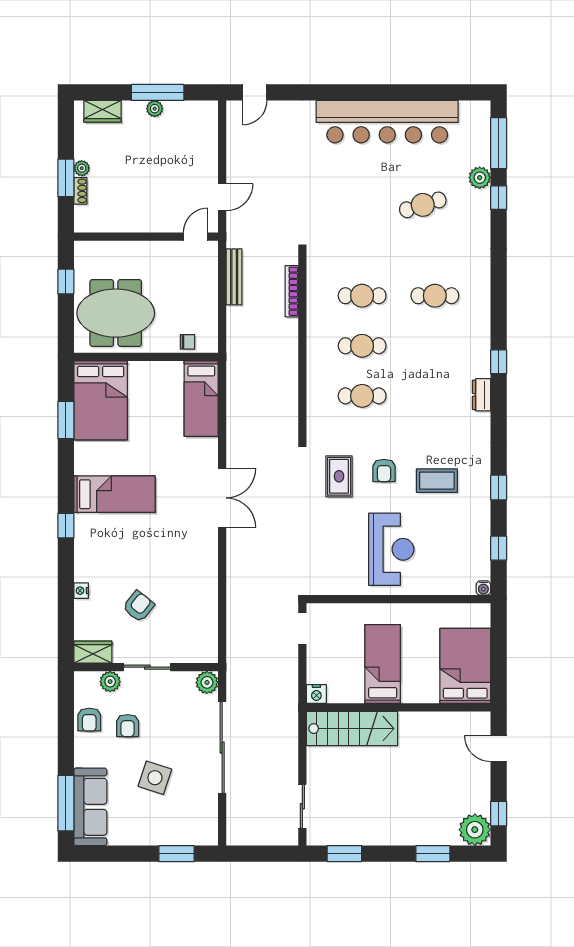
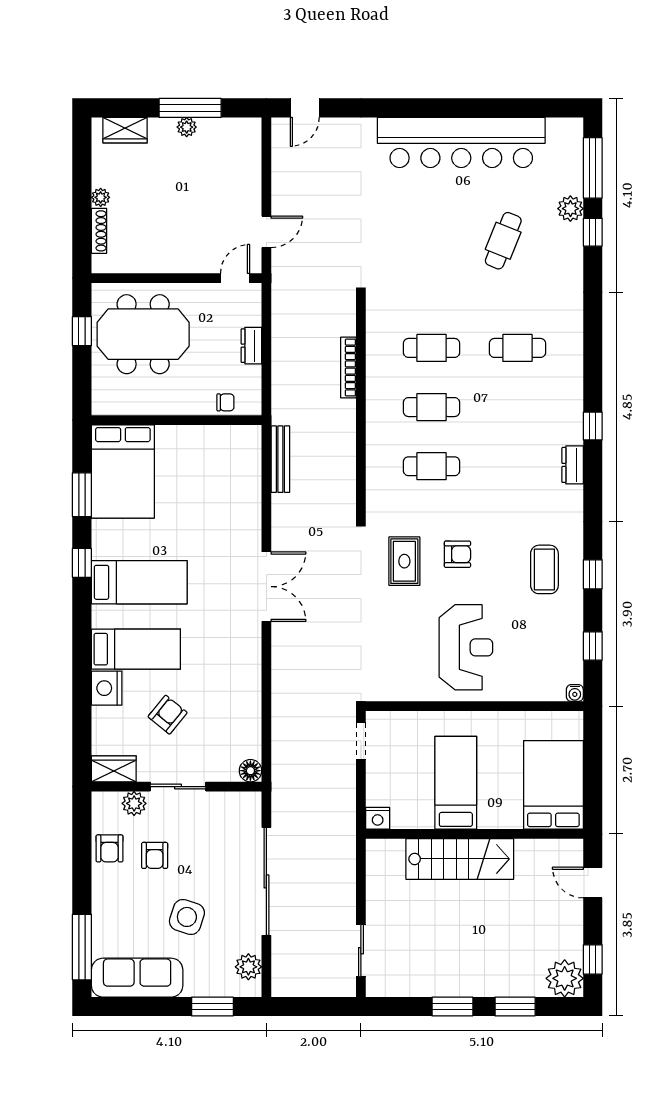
window: (66, 178) -> (82, 209), removed
shoe rack: (80, 191) -> (99, 231), width x1.43
cafe table: (423, 205) -> (503, 241), turned -51
bench: (234, 277) -> (280, 459), moved
bookcase: (292, 291) -> (348, 368), moved
dresser: (209, 294) -> (251, 346), added
meeting table: (116, 313) -> (143, 334), moved
bed: (201, 399) -> (136, 649), moved, turned -90
armchair: (384, 470) -> (457, 554), turned -90
coffee table: (437, 481) -> (544, 569), moved, turned 90
window: (66, 526) -> (82, 563), moved
nightstand: (81, 591) -> (107, 688), width x1.89, depth x1.79
floor lamp: (209, 654) -> (250, 771), added
plant: (207, 682) -> (248, 967), moved
stairs: (352, 729) -> (460, 859), moved
sofa: (90, 807) -> (137, 978), moved, turned -90
window: (344, 854) -> (452, 1007), moved

